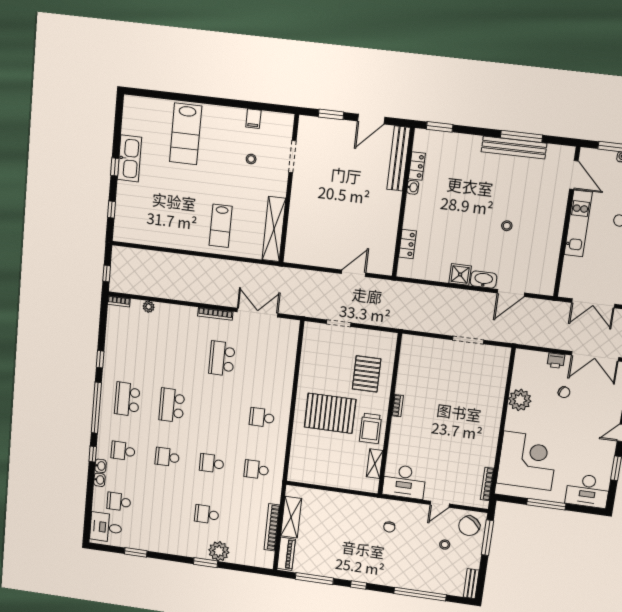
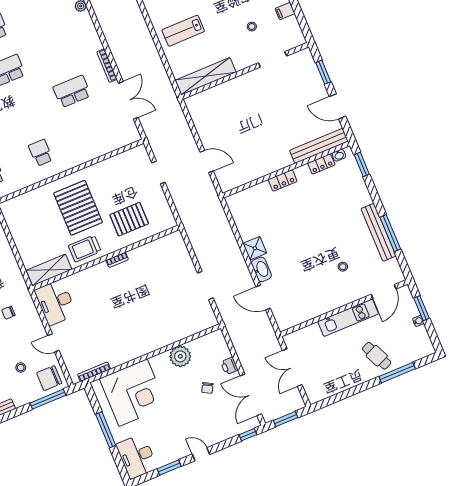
washbasin: (413, 187) -> (339, 155), moved
stool: (507, 226) -> (343, 267), moved
locker: (407, 244) -> (283, 180), moved
shelving: (375, 464) -> (49, 270), width x1.50, depth x1.33
chair: (469, 526) -> (49, 378), turned -38

